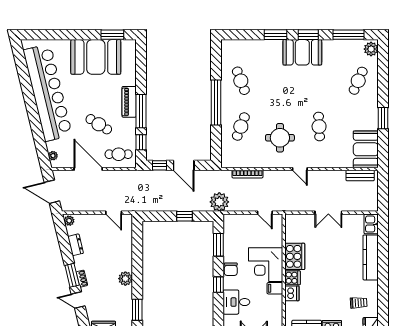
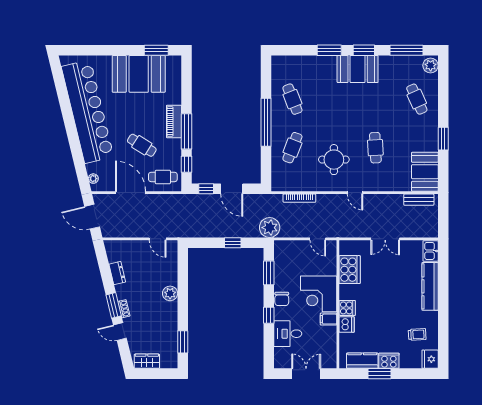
cafe table: (358, 81) -> (417, 99), turned -48
plant: (69, 221) -> (110, 247), removed
cooker: (295, 256) -> (350, 270), moved
plant: (125, 279) -> (170, 293), moved

